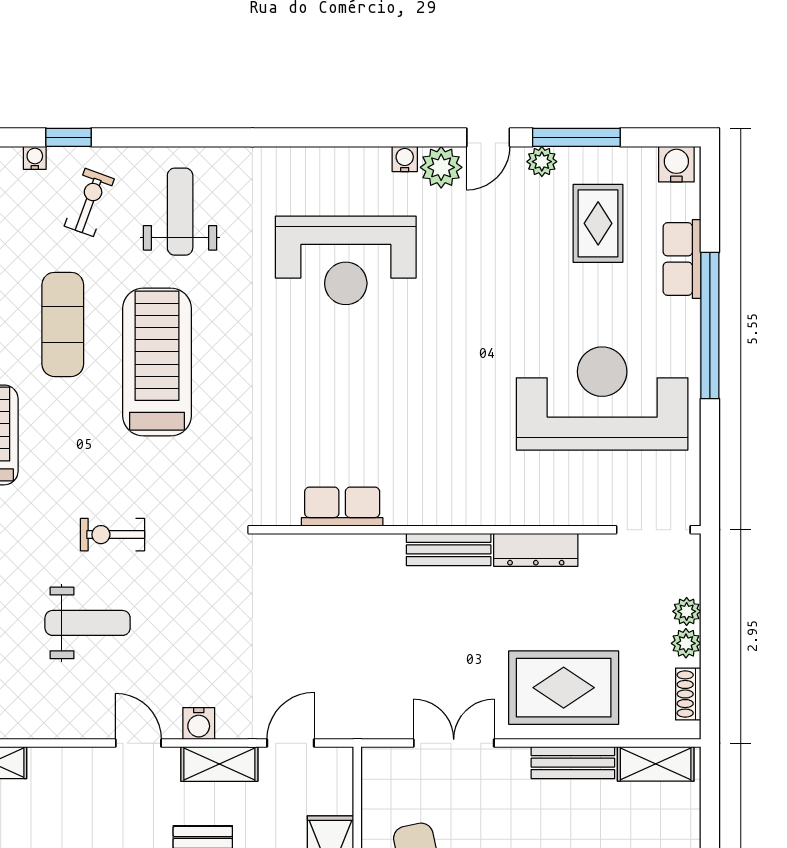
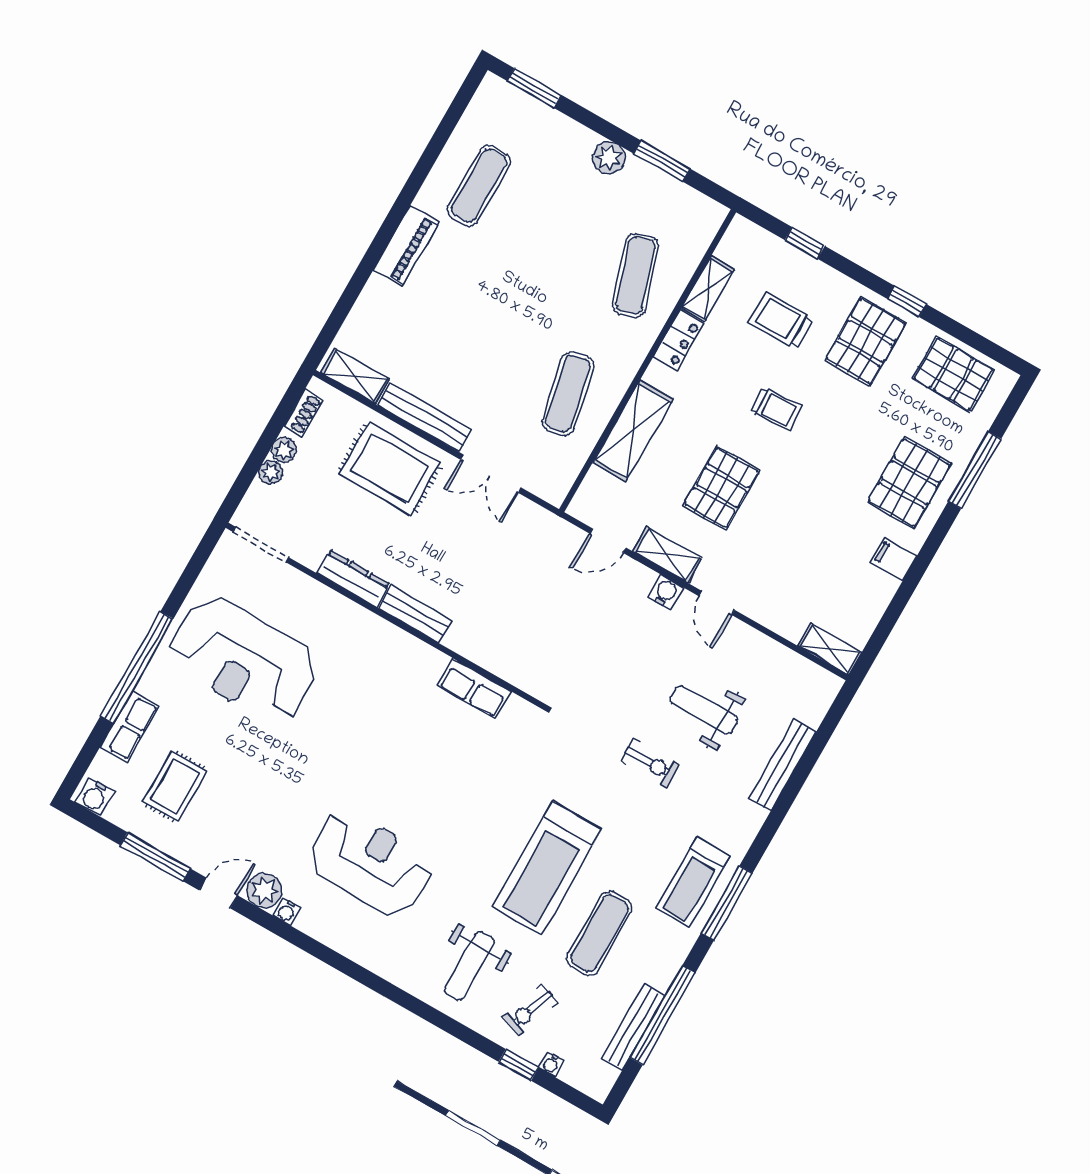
plant: (542, 162) -> (190, 854), removed
bench: (573, 763) -> (425, 417), width x1.36

